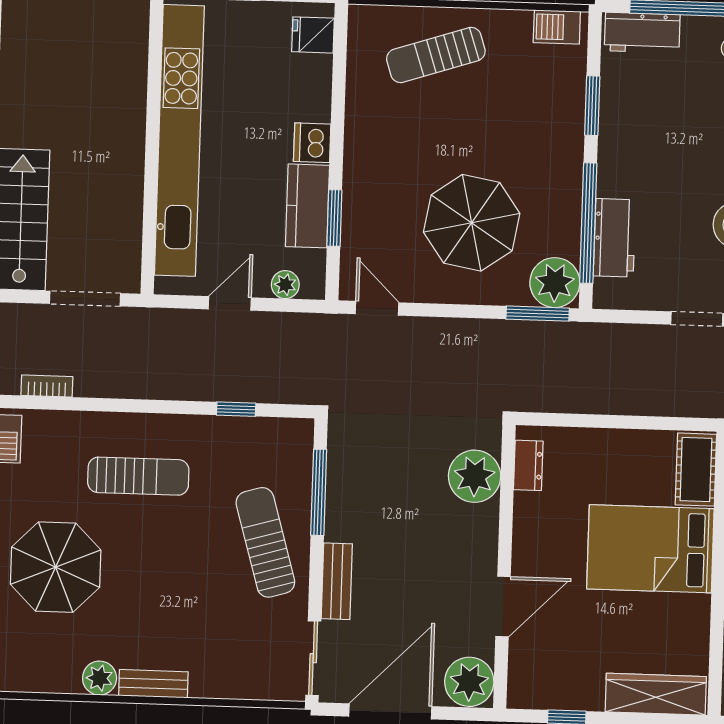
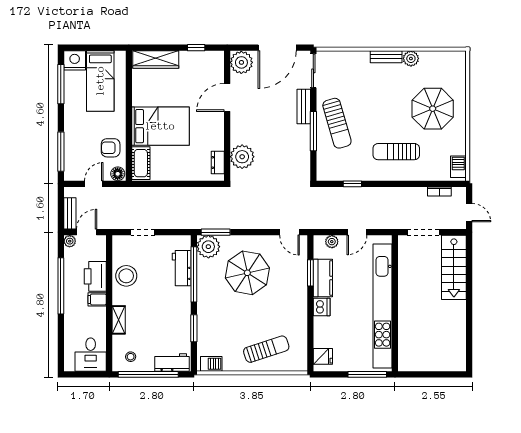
window: (319, 492) -> (313, 131), moved

